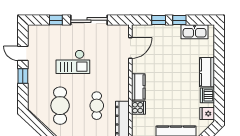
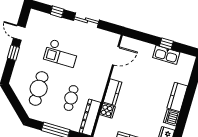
sliding door: (89, 20) -> (86, 20), width x0.73
window: (159, 20) -> (148, 38), removed
kitchen sink: (195, 32) -> (166, 55), moved

